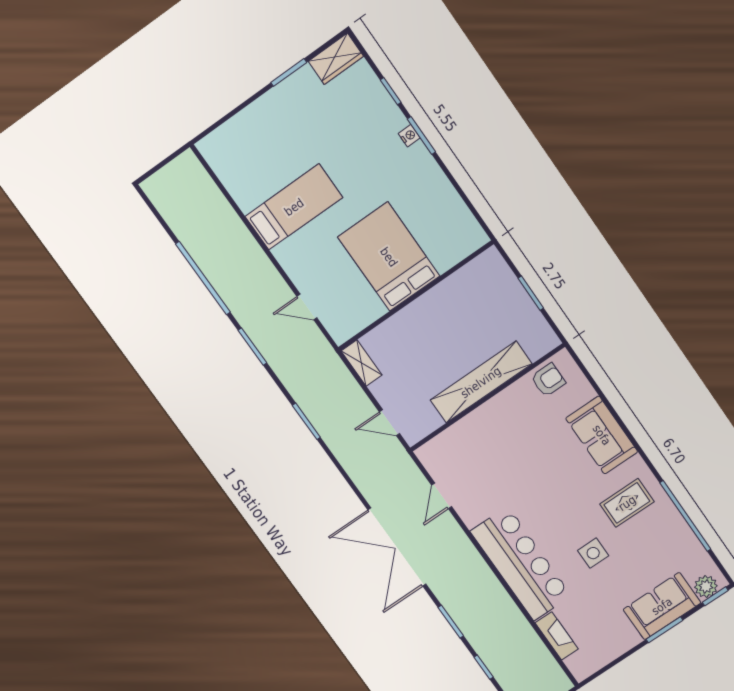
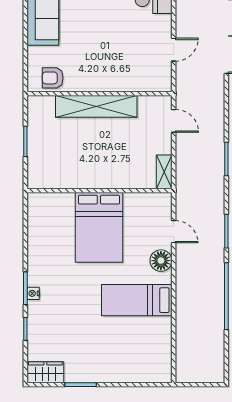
floor lamp: (298, 267) -> (161, 261), added

